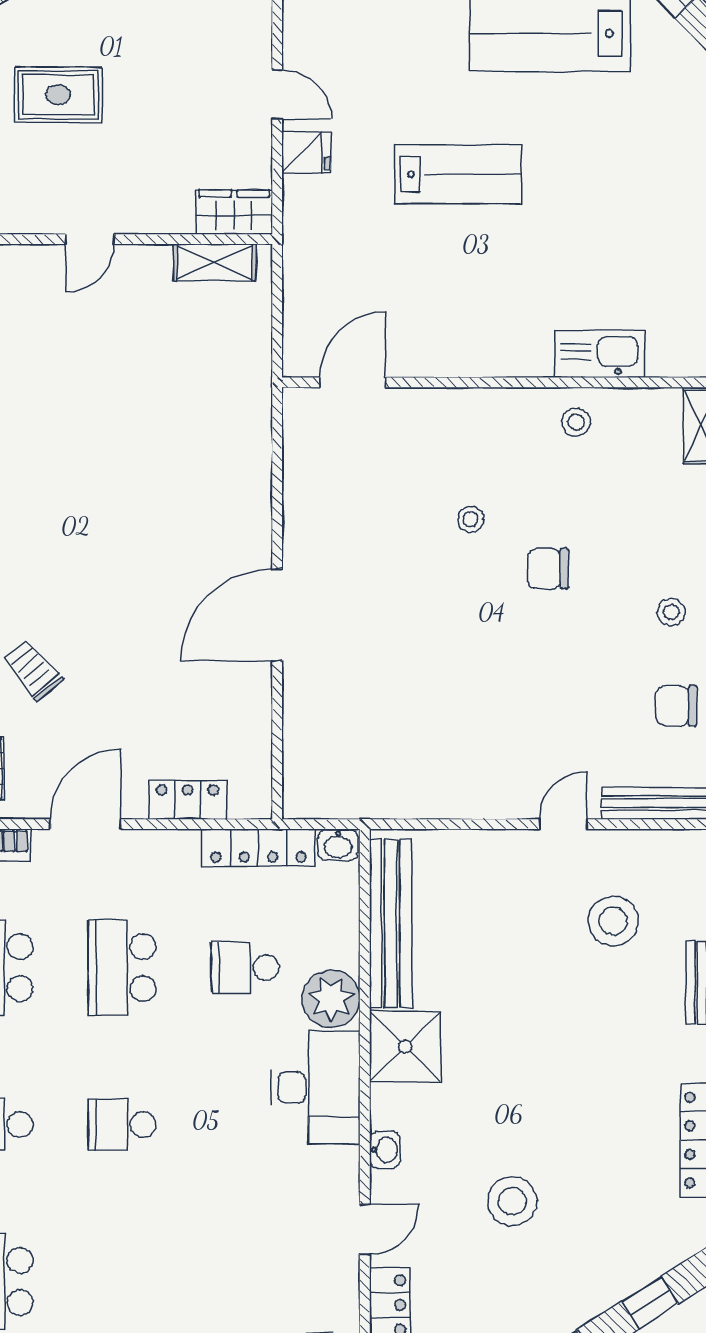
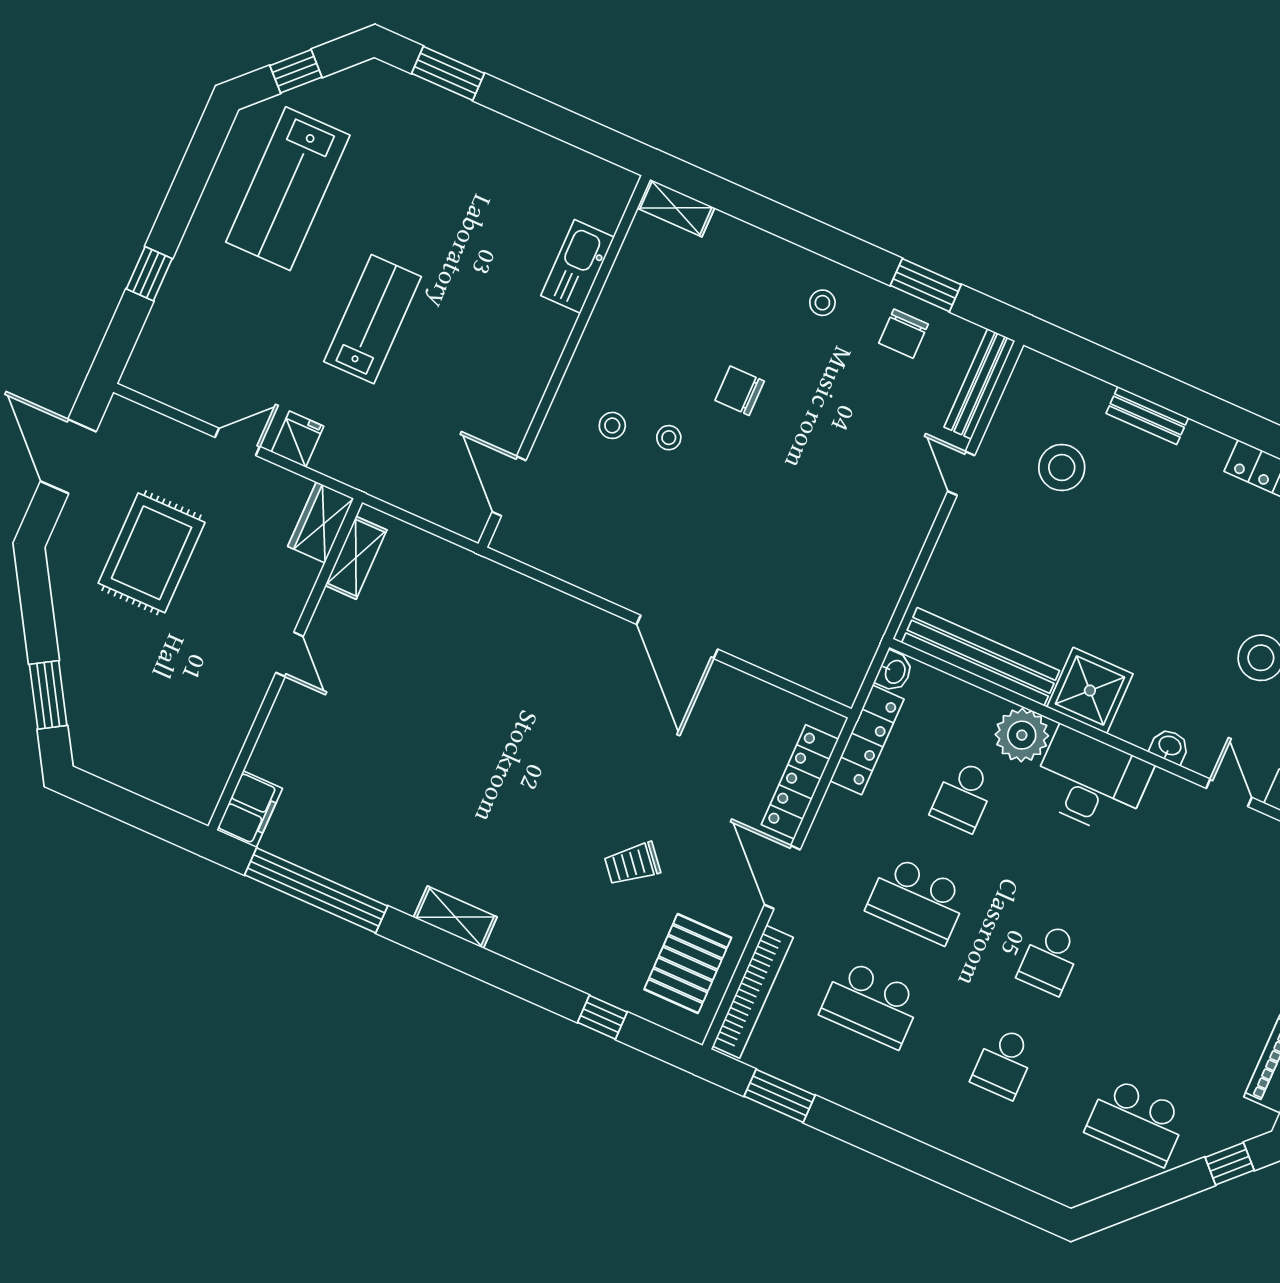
rug: (58, 95) -> (152, 553), moved, width x1.36, depth x1.43
stool: (576, 422) -> (612, 425), moved
chair: (548, 569) -> (740, 391), turned 90
locker: (188, 800) -> (800, 782), width x1.53

